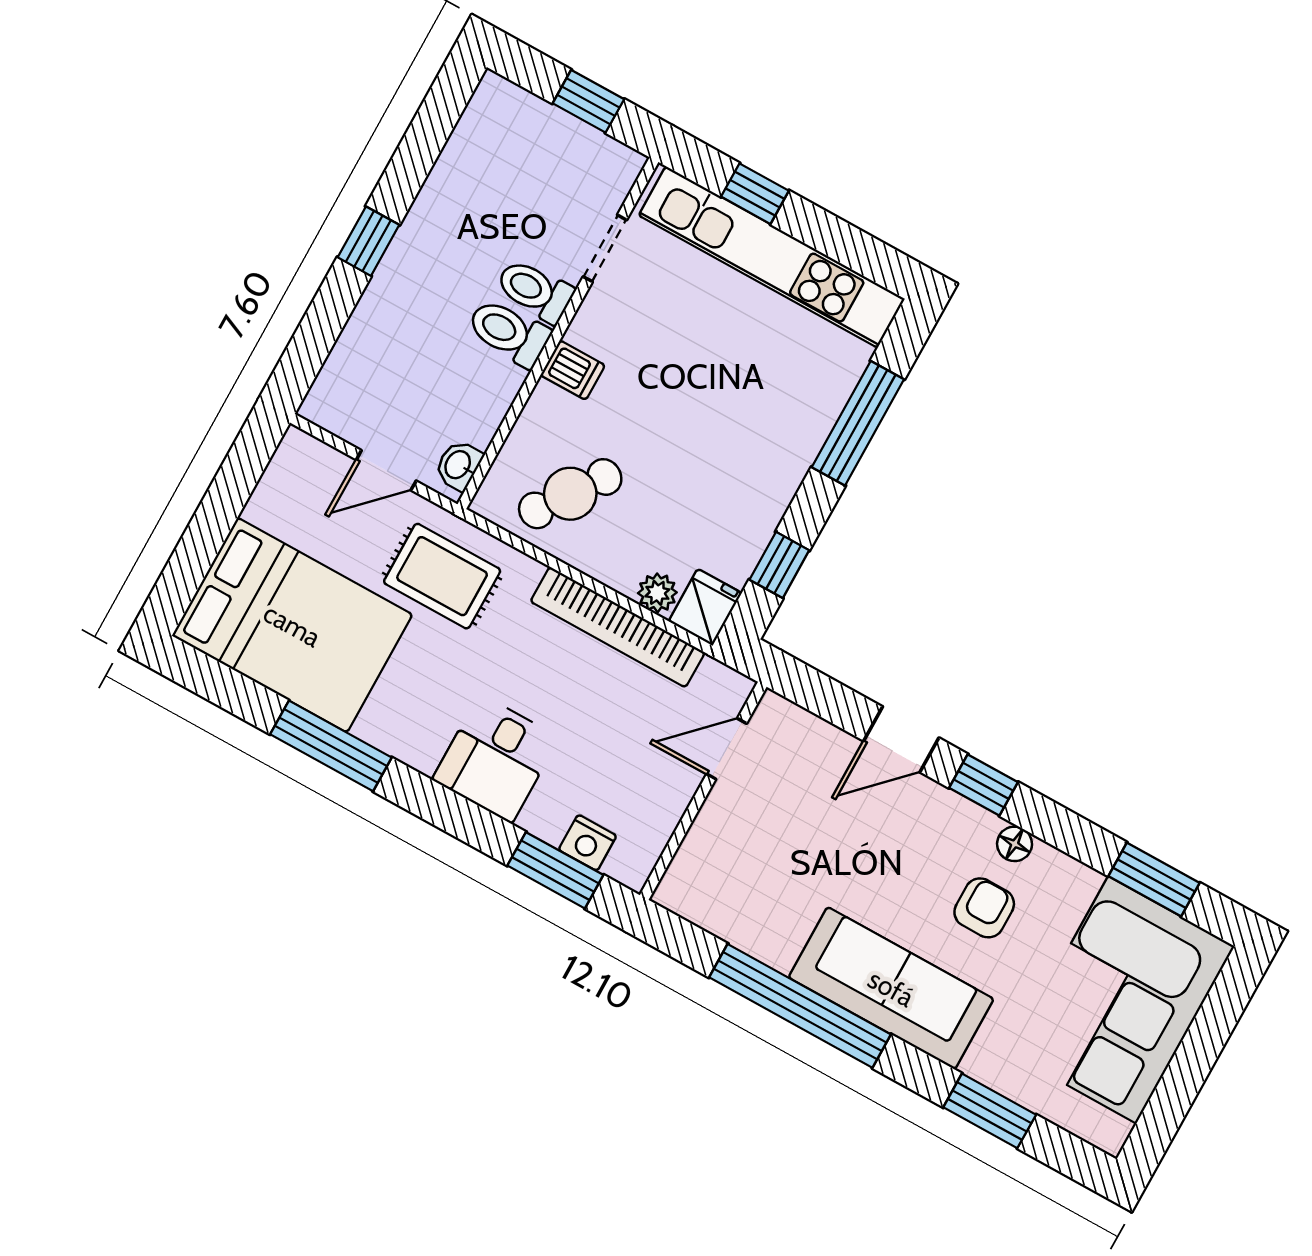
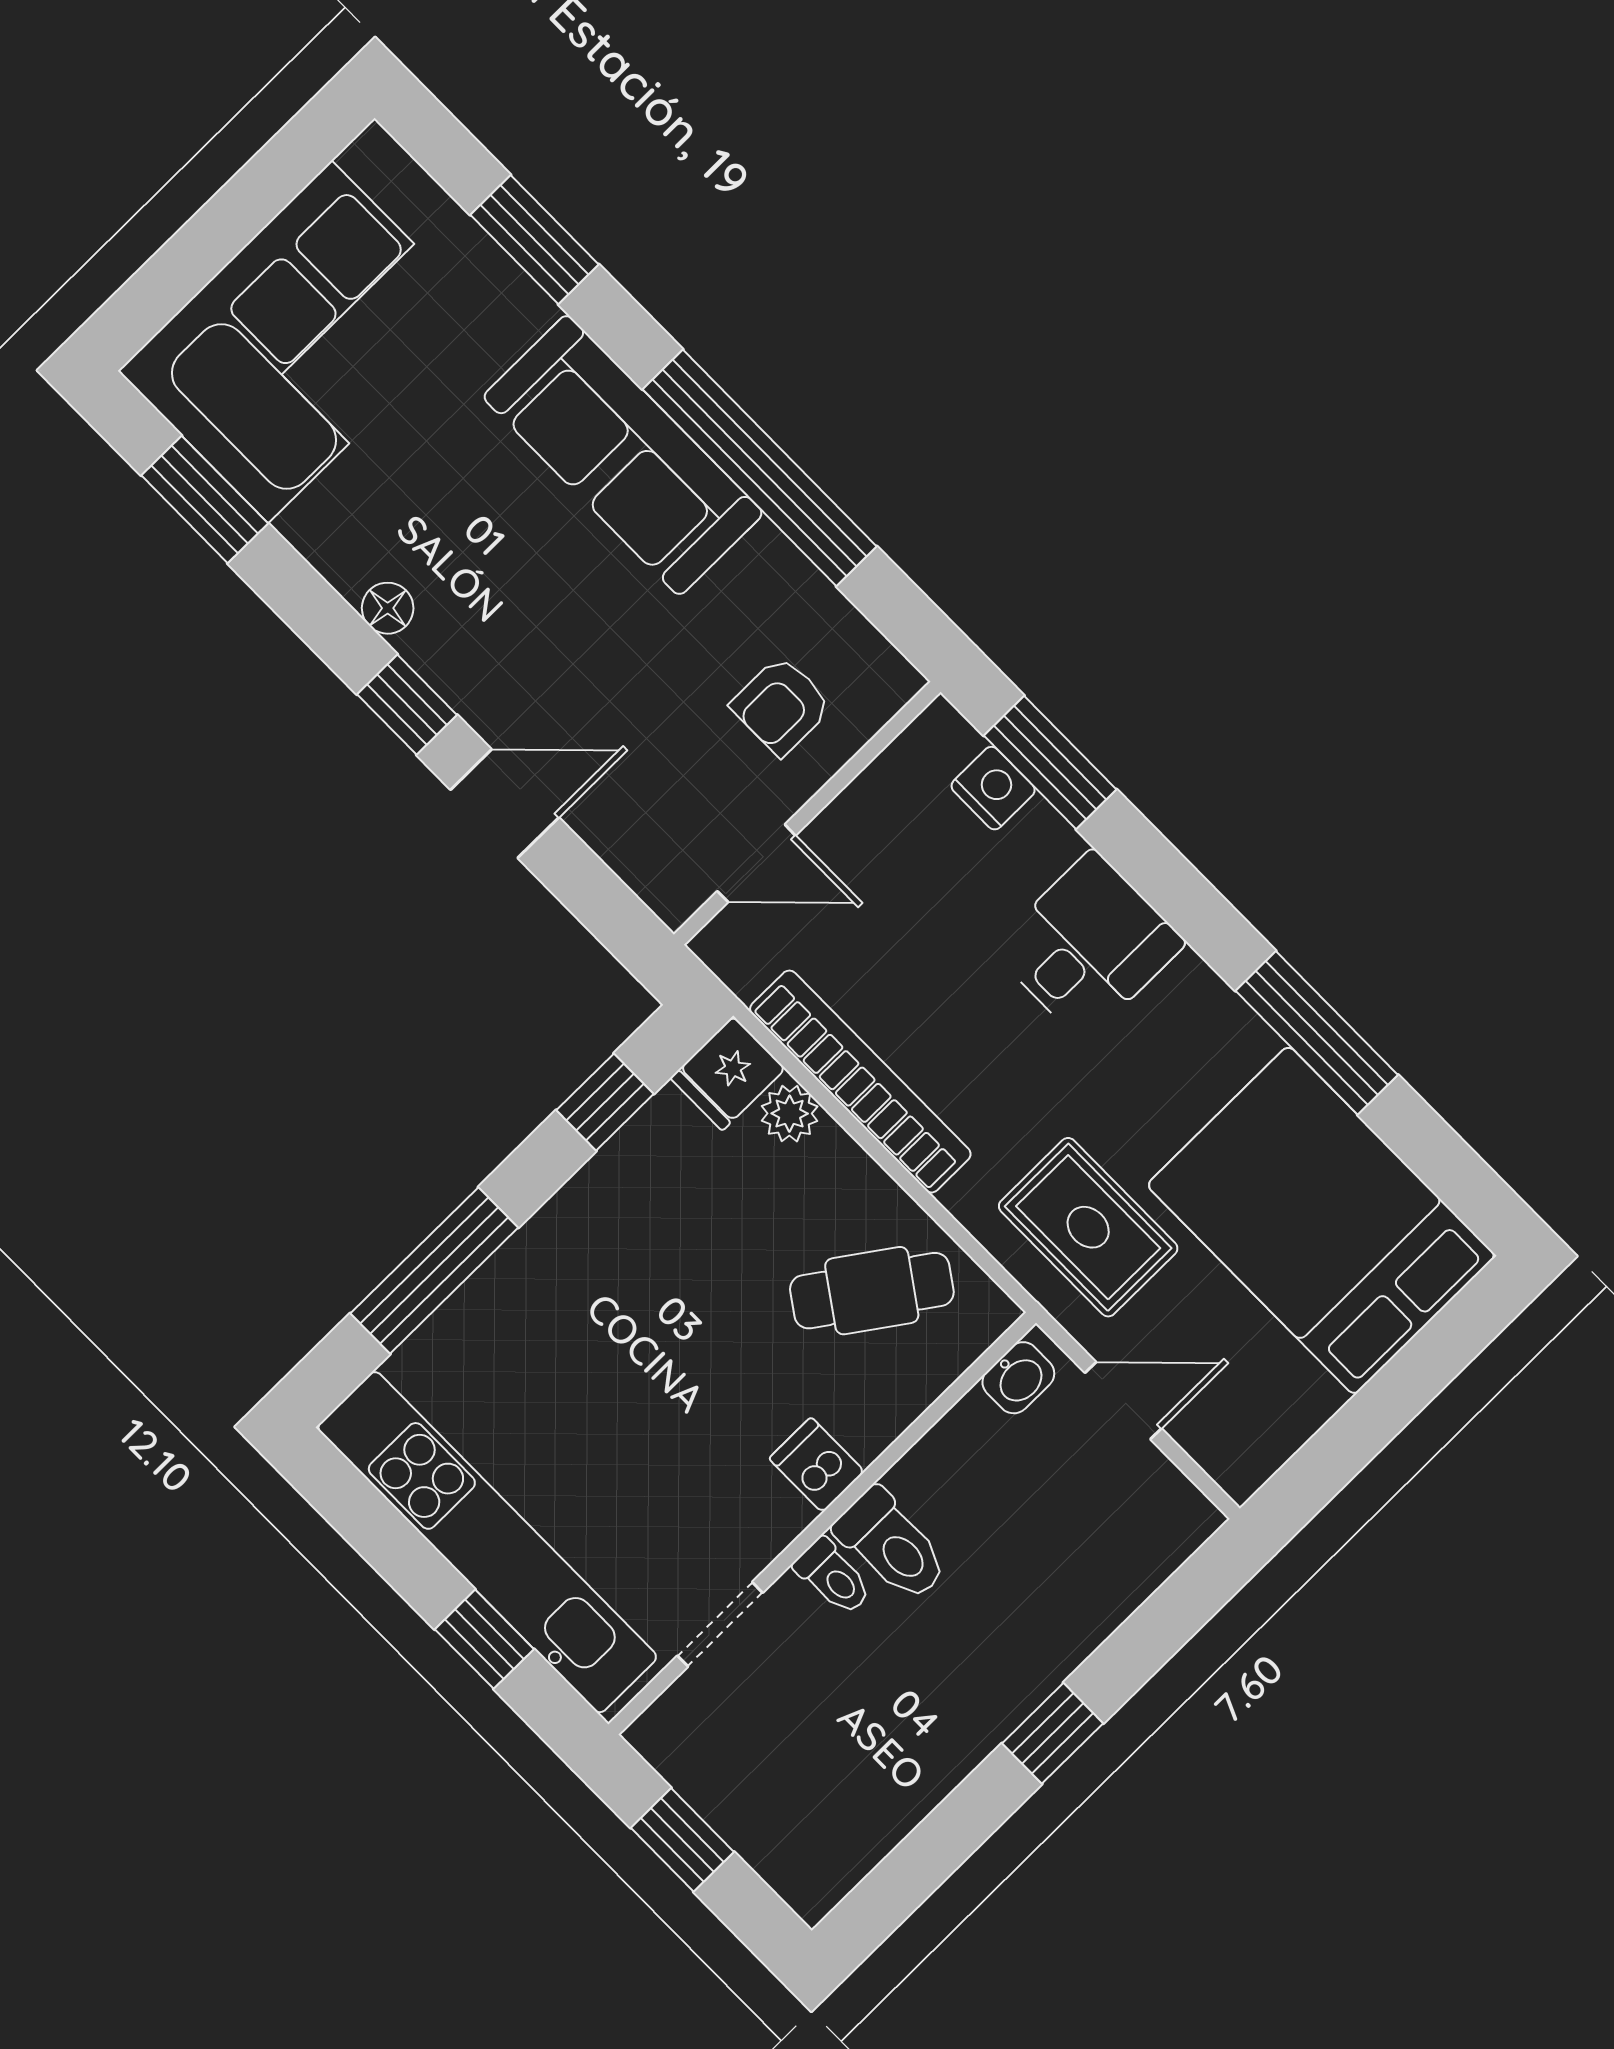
toilet: (535, 291) -> (833, 1577), width x0.73, depth x0.72
armchair: (984, 908) -> (781, 706), moved

